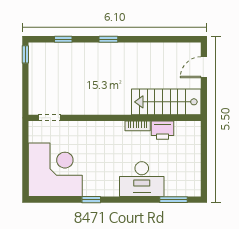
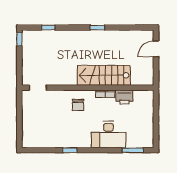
window: (108, 39) -> (97, 27), moved
stairs: (166, 102) -> (104, 75), moved
chair: (102, 141) -> (78, 105), added
corner desk: (55, 170) -> (42, 127), removed

